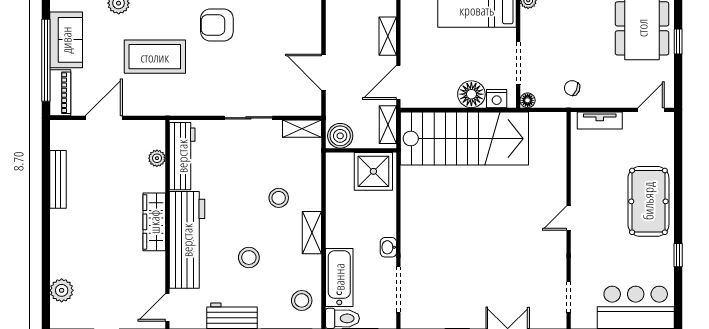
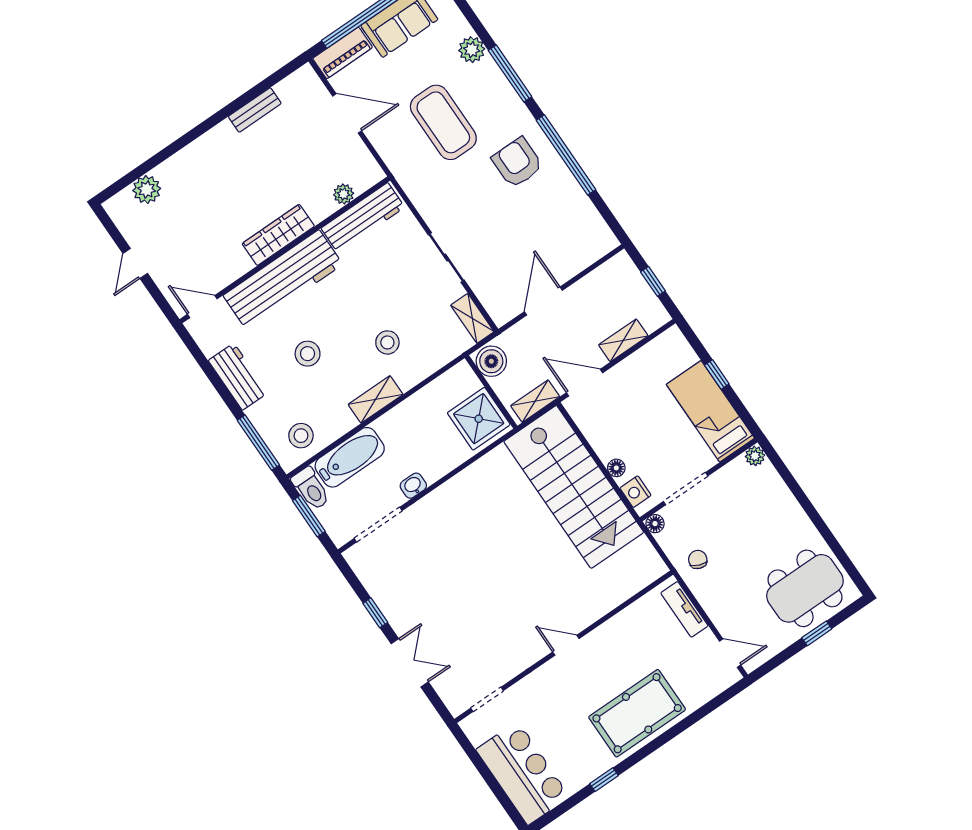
floor lamp: (471, 94) -> (616, 468), width x0.53, depth x0.53
bench: (58, 179) -> (255, 110), width x0.73

